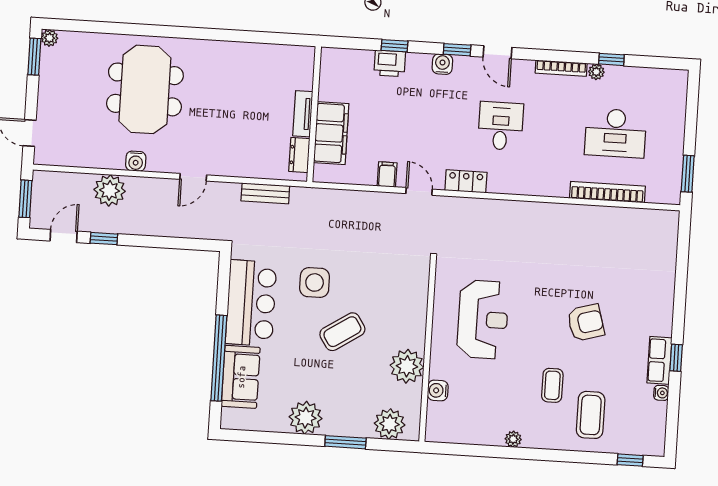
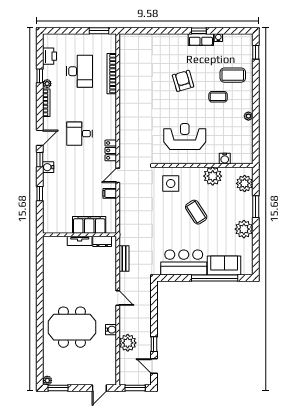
printer: (390, 63) -> (50, 56), moved
side table: (315, 282) -> (171, 184), moved

